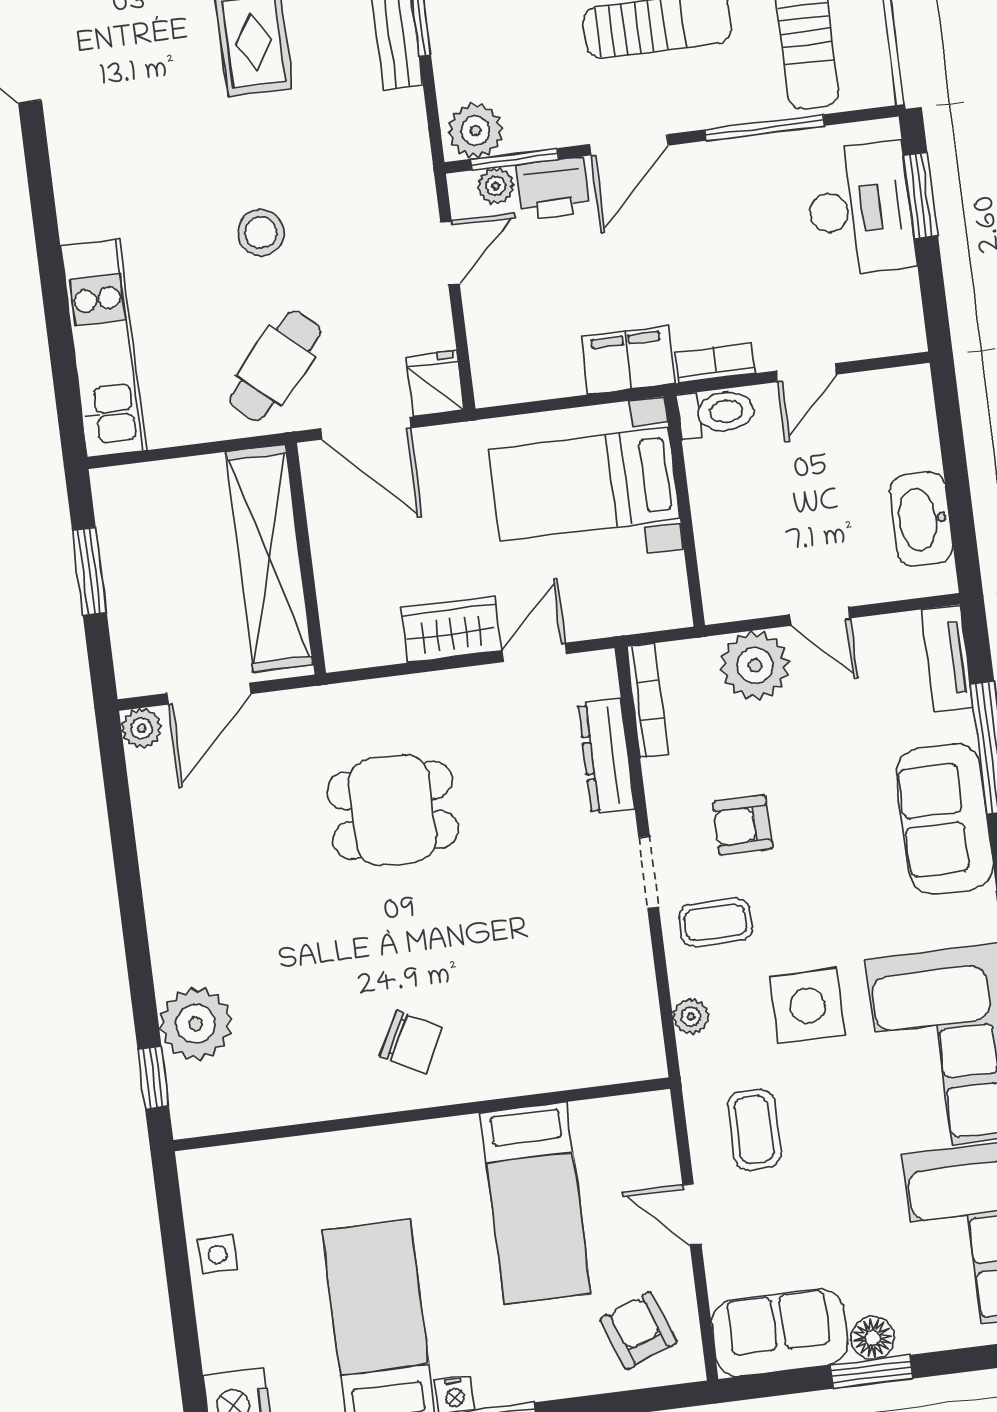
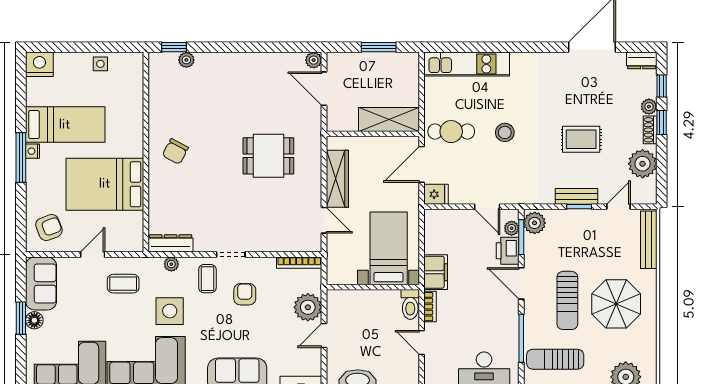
cafe table: (275, 366) -> (451, 132), turned -42
shelving: (269, 558) -> (389, 119), width x0.68
wardrobe: (451, 629) -> (337, 179), width x1.50
dresser: (606, 756) -> (171, 243), moved
dining table: (393, 810) -> (268, 156), turned 90
plant: (196, 1024) -> (186, 60), width x0.53, depth x0.53
bed: (536, 1203) -> (105, 184), width x1.50

